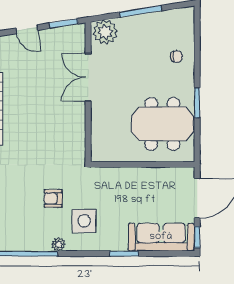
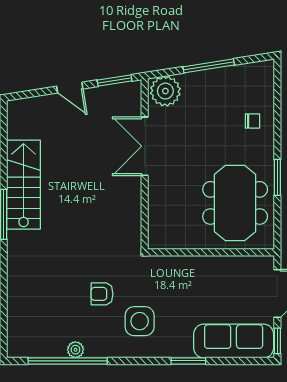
meeting table: (162, 124) -> (235, 203), turned 90
plant: (58, 244) -> (75, 350), moved

